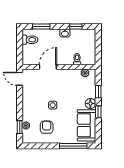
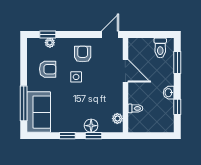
armchair: (35, 100) -> (83, 54), added
floor lamp: (90, 103) -> (91, 126), moved
sofa: (87, 125) -> (39, 112), moved, turned 90

